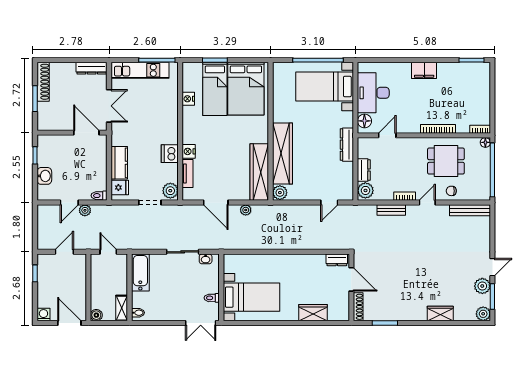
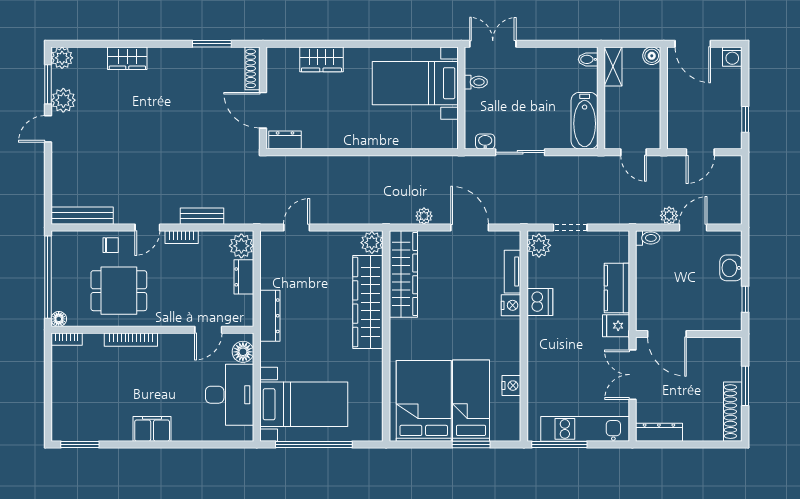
fridge: (120, 187) -> (616, 326), moved

